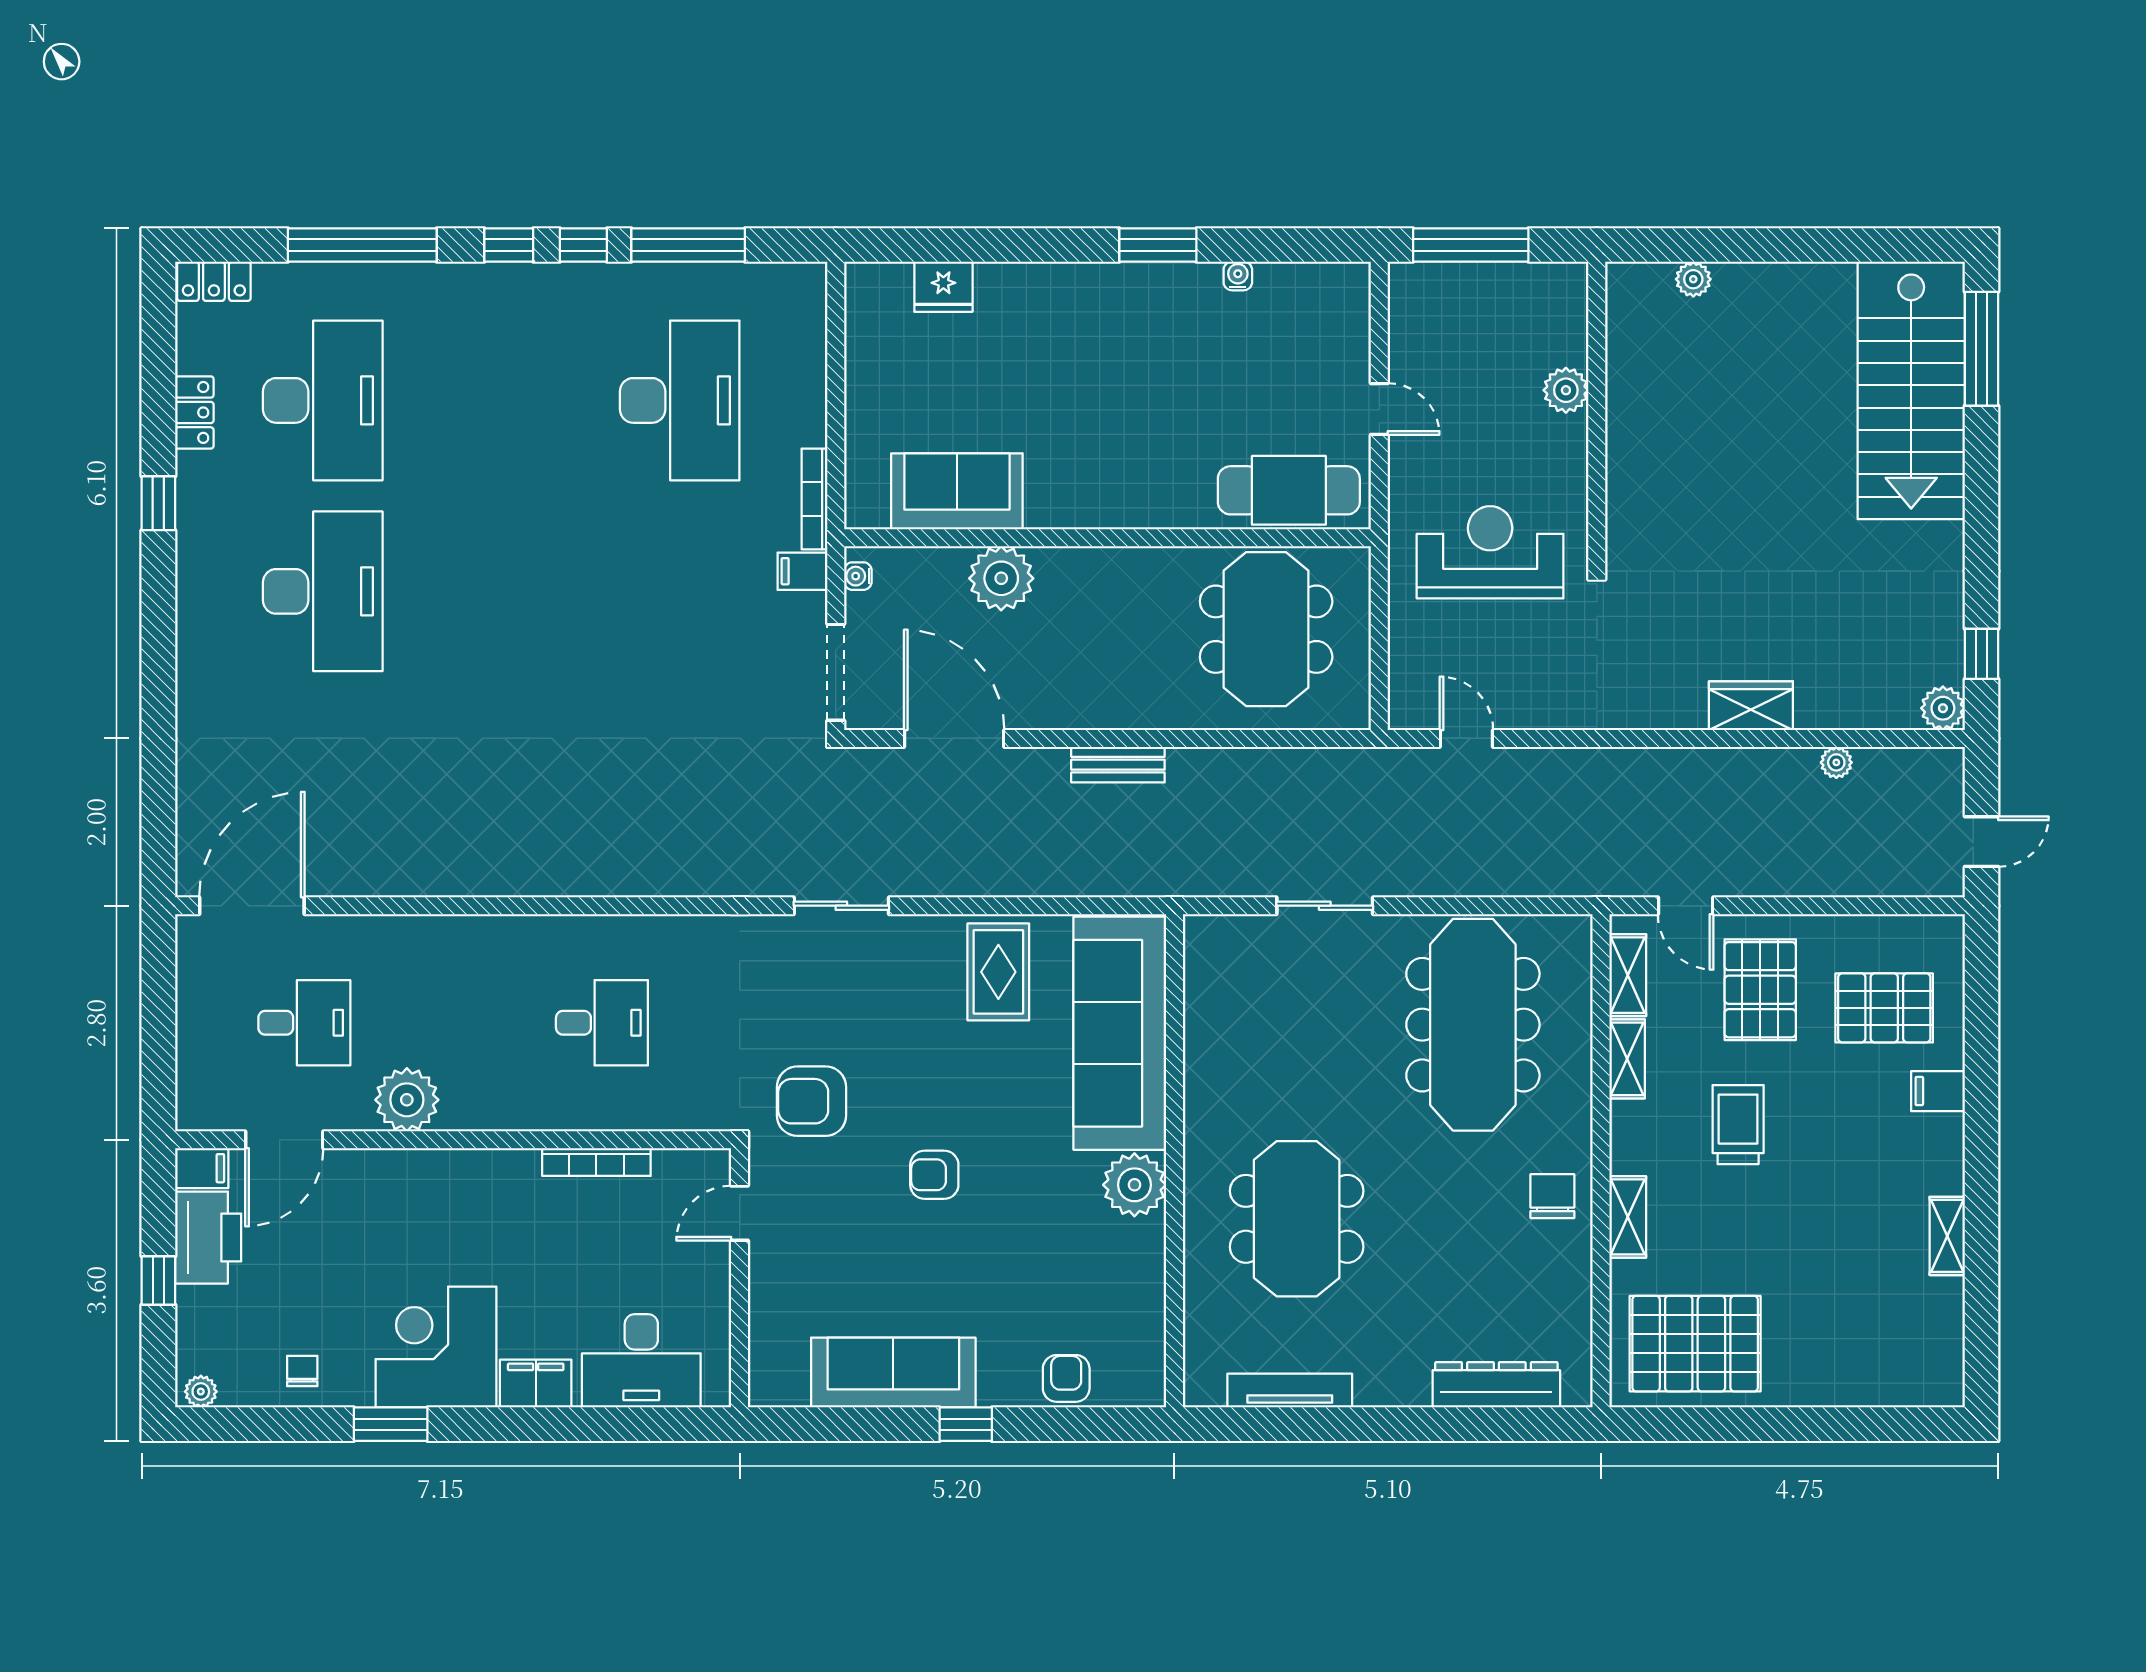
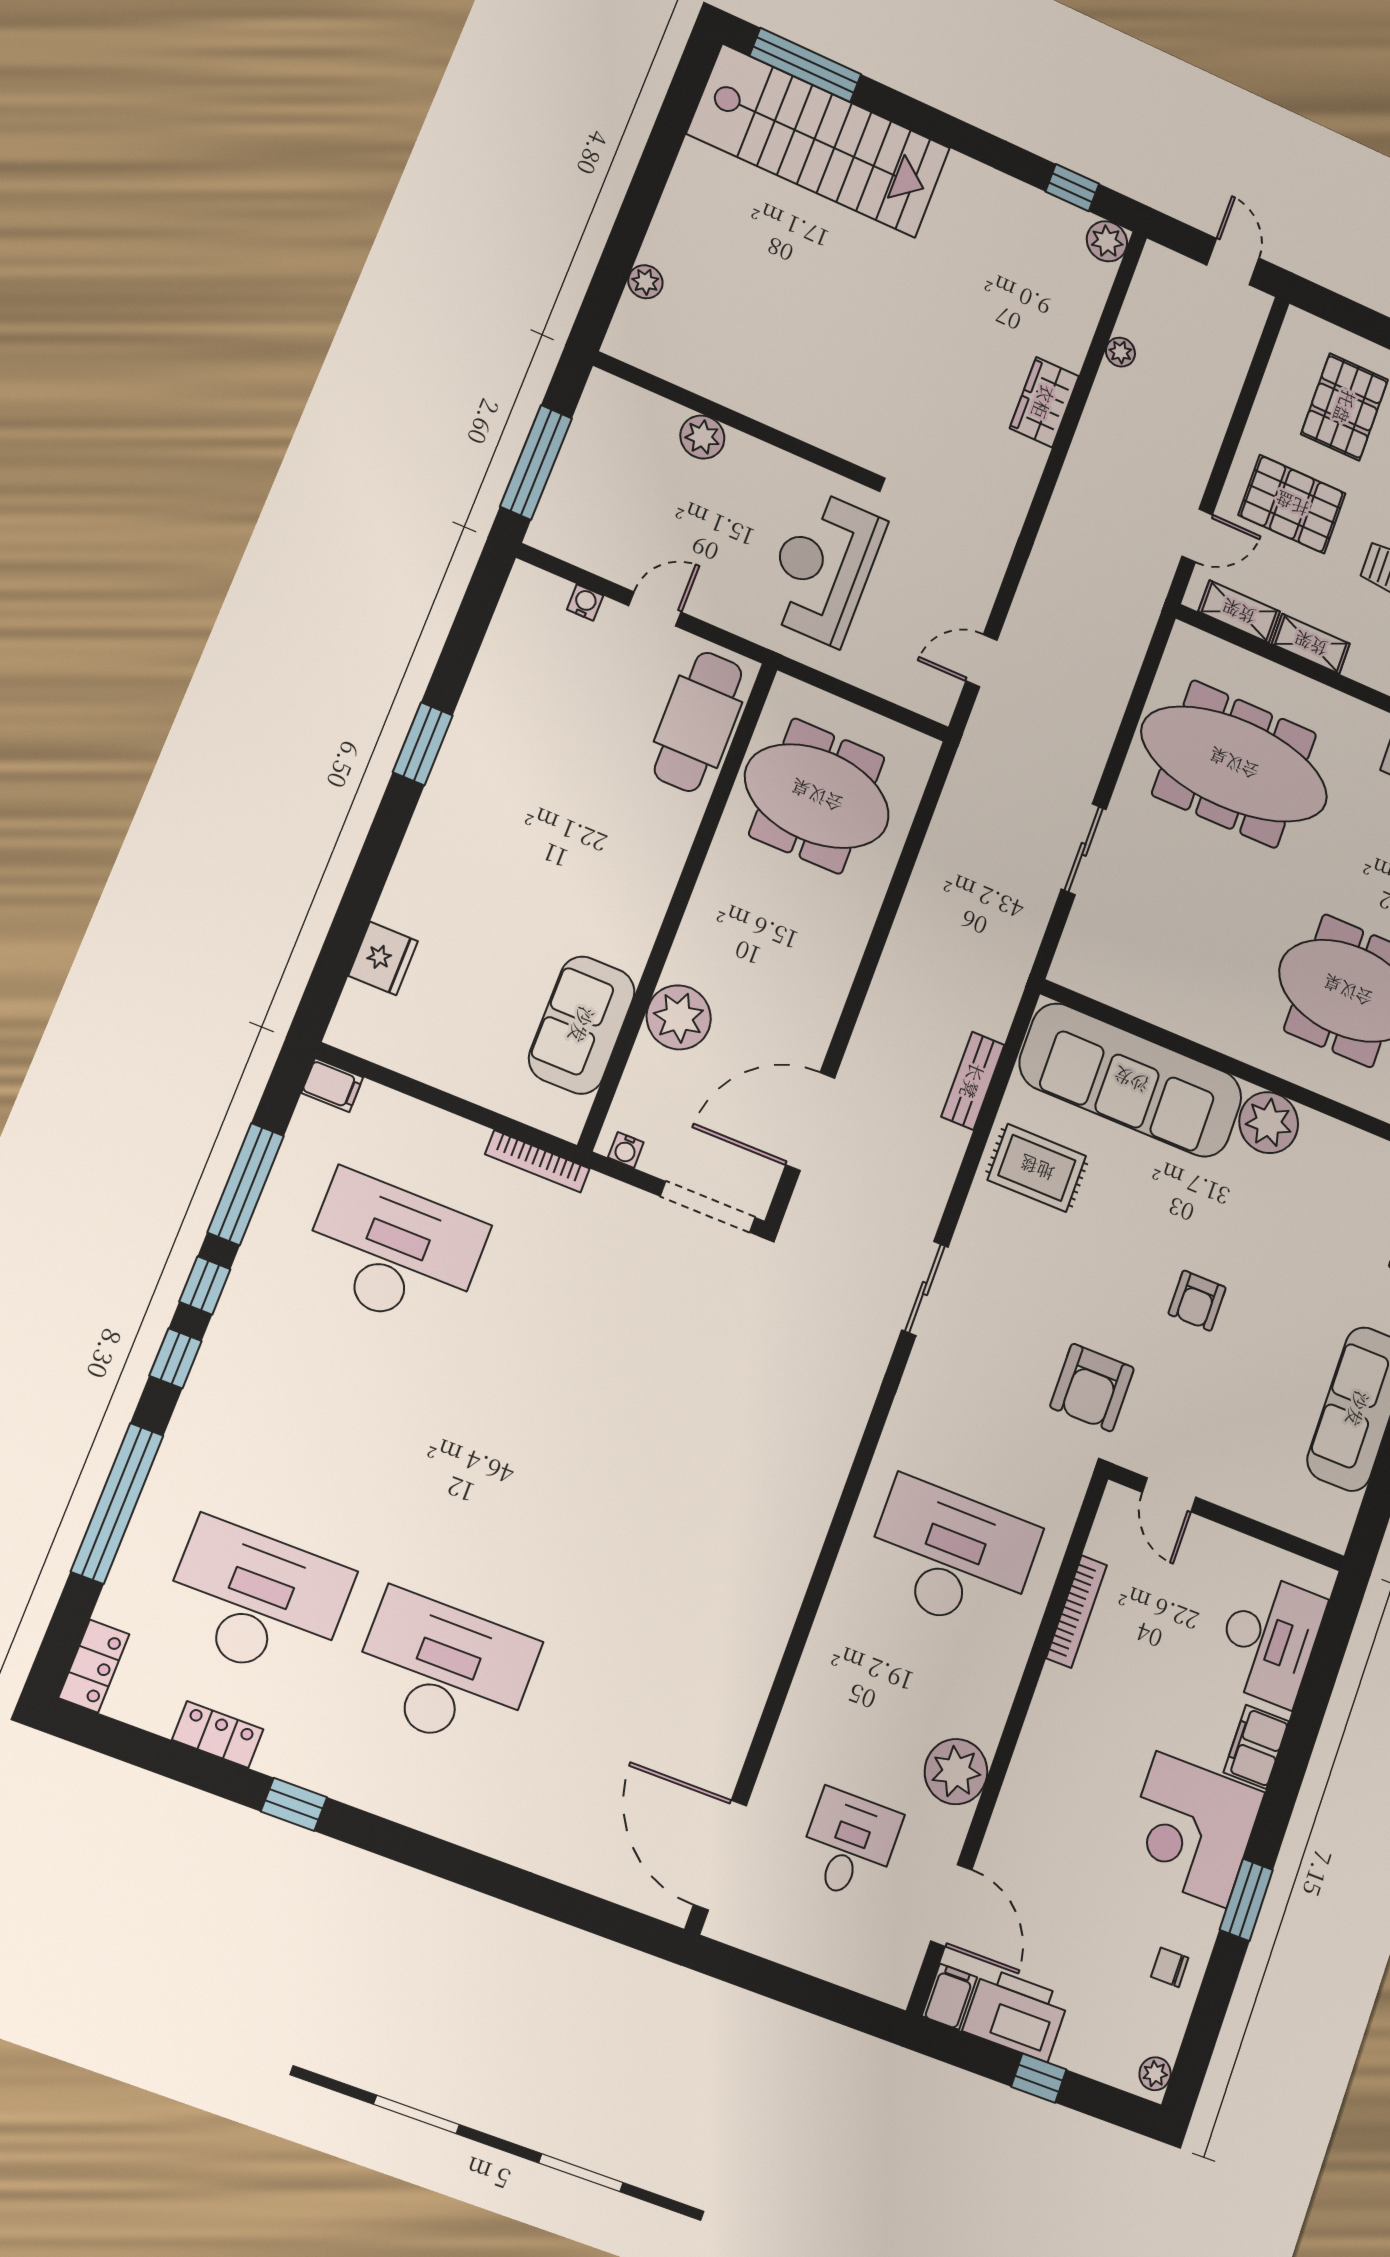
water cooler: (1238, 276) -> (585, 603), moved, turned 90
filing cabinet: (802, 571) -> (332, 1085), moved, turned -90
bench: (1118, 765) -> (973, 1081), moved
desk: (602, 1023) -> (951, 1557), width x1.87, depth x1.30

